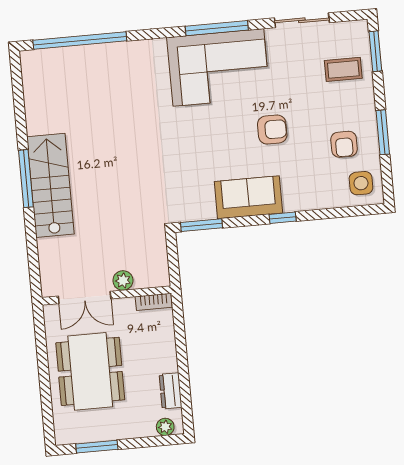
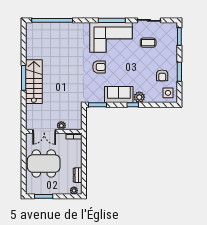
coffee table: (343, 69) -> (148, 43), moved
armchair: (272, 130) -> (99, 67), moved
plant: (296, 199) -> (139, 97), added
dining table: (90, 371) -> (44, 164), turned 90

